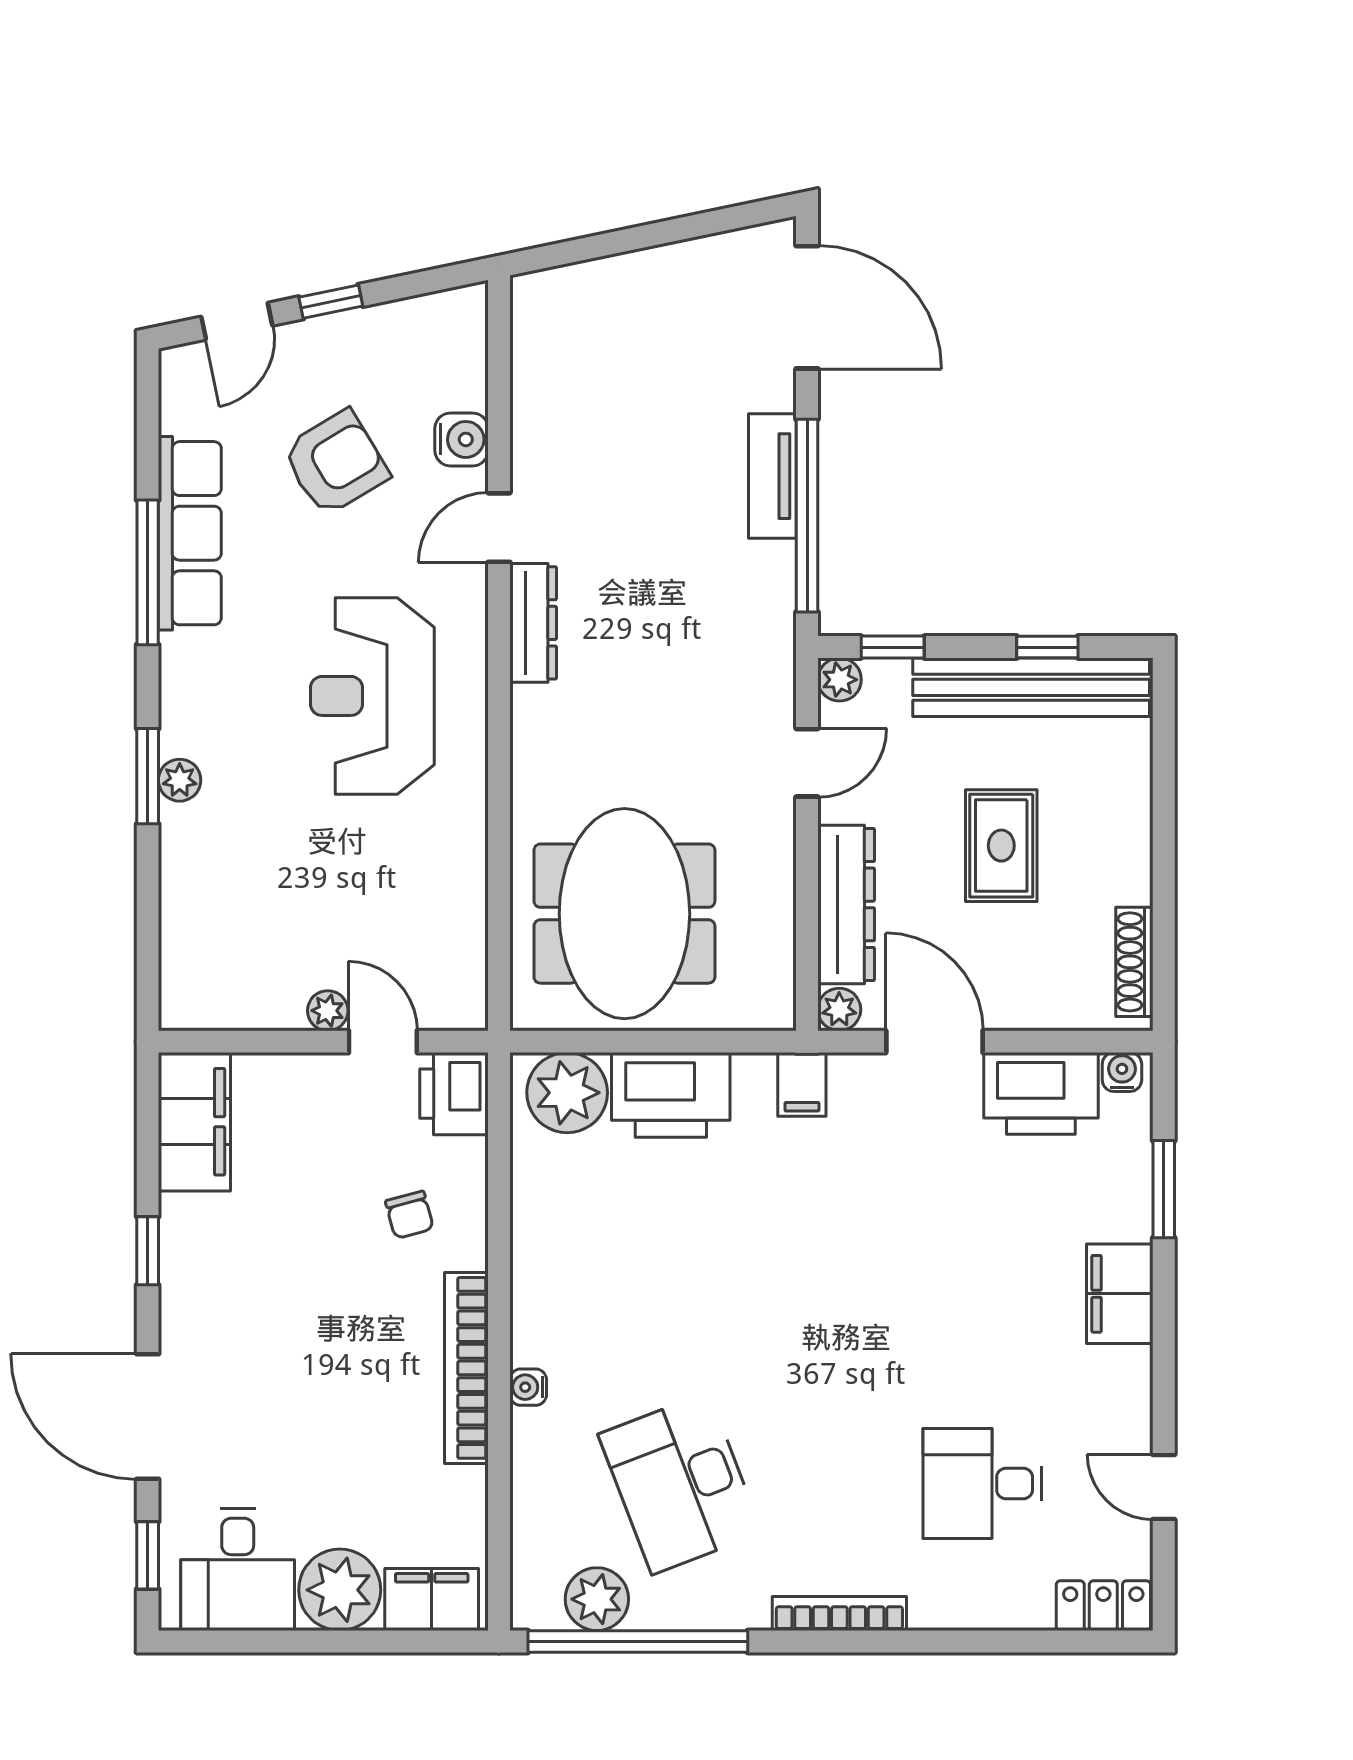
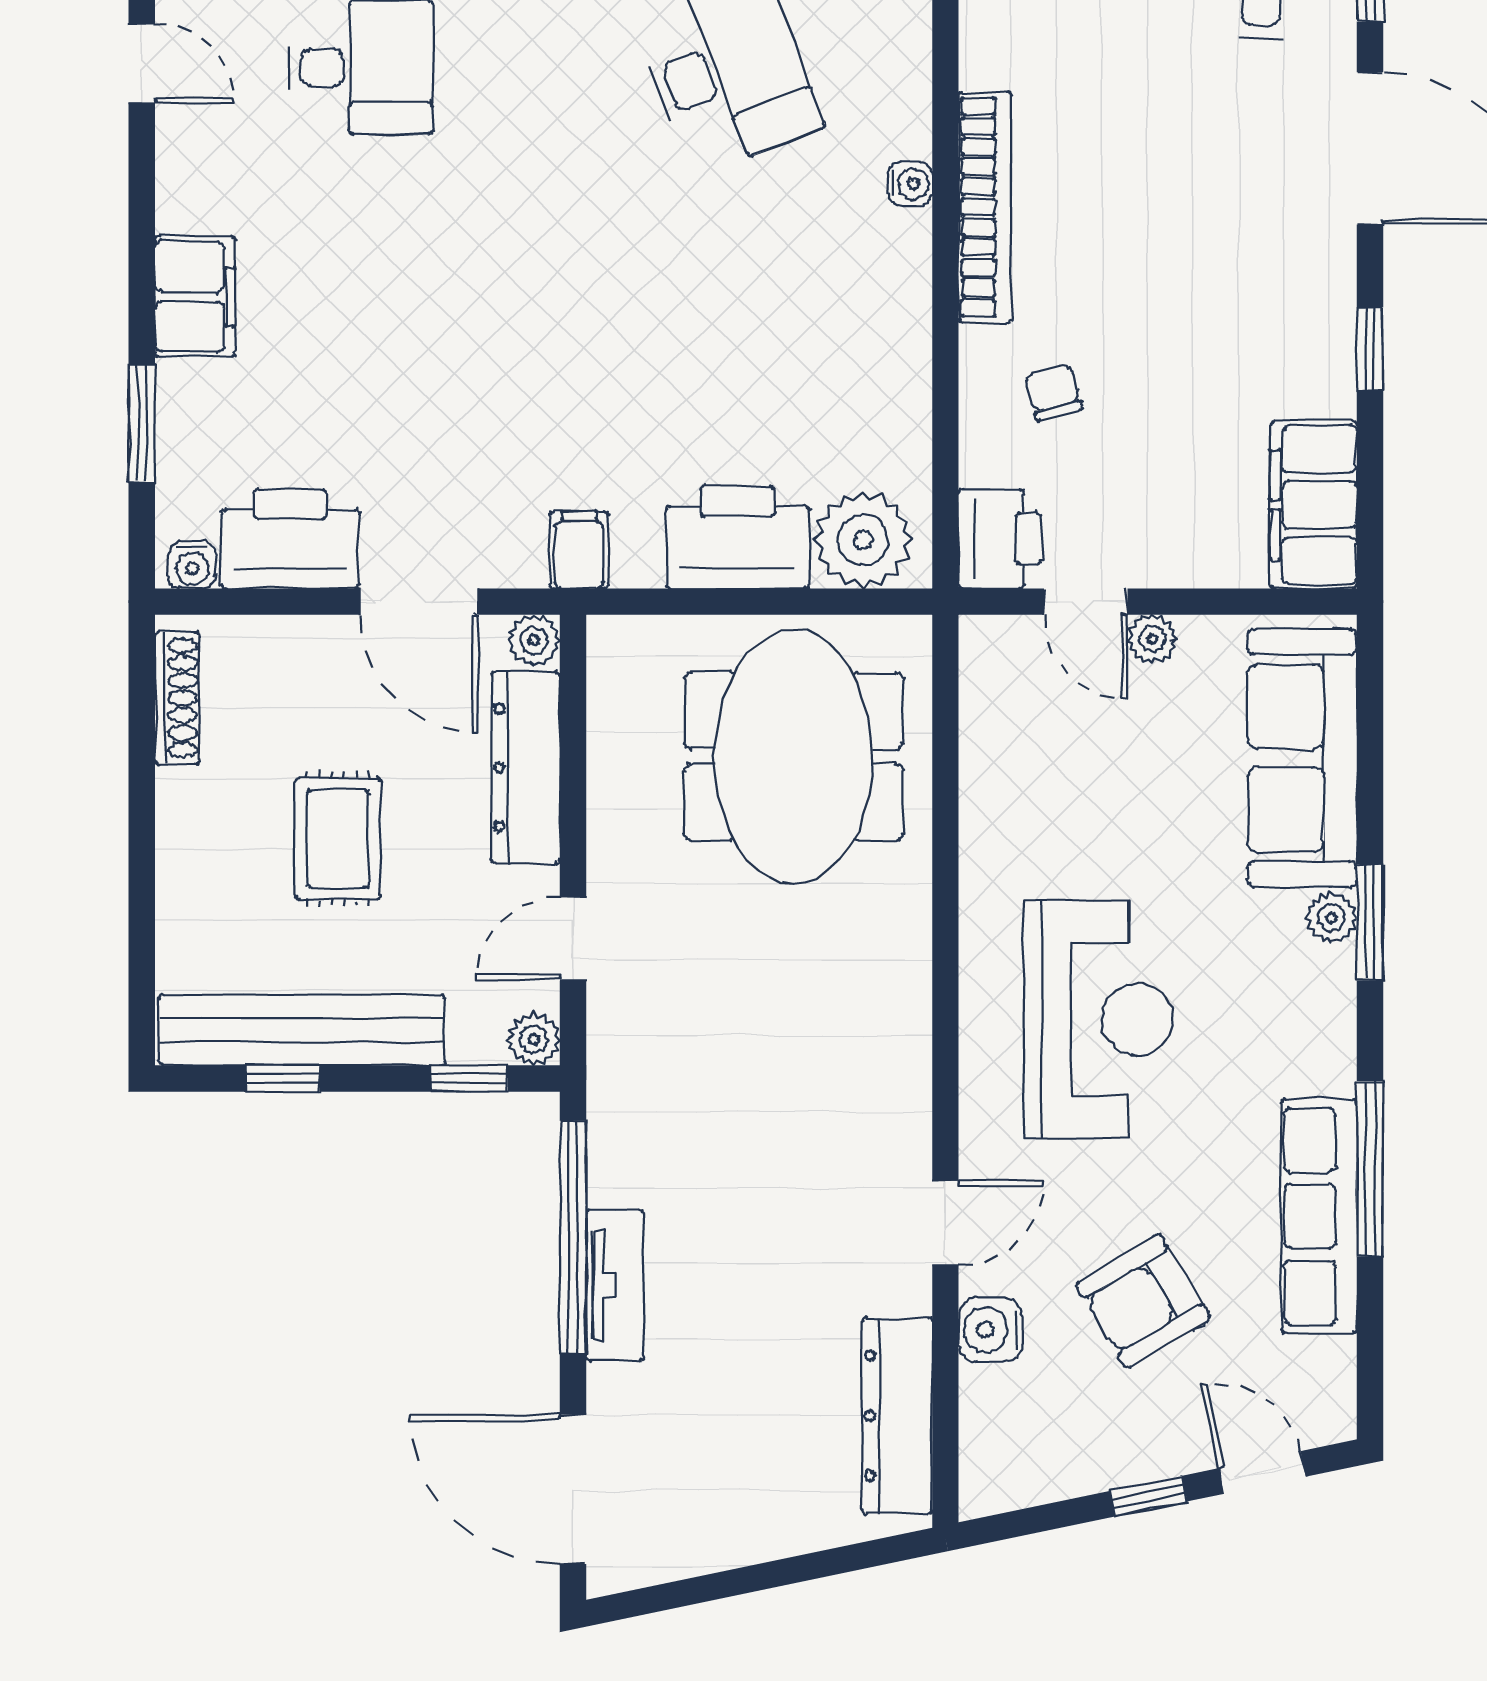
door: (237, 321) -> (1262, 1472), hinge flipped
dresser: (533, 623) -> (897, 1416), moved, width x1.37, depth x1.24
sofa: (204, 912) -> (1302, 758), added

